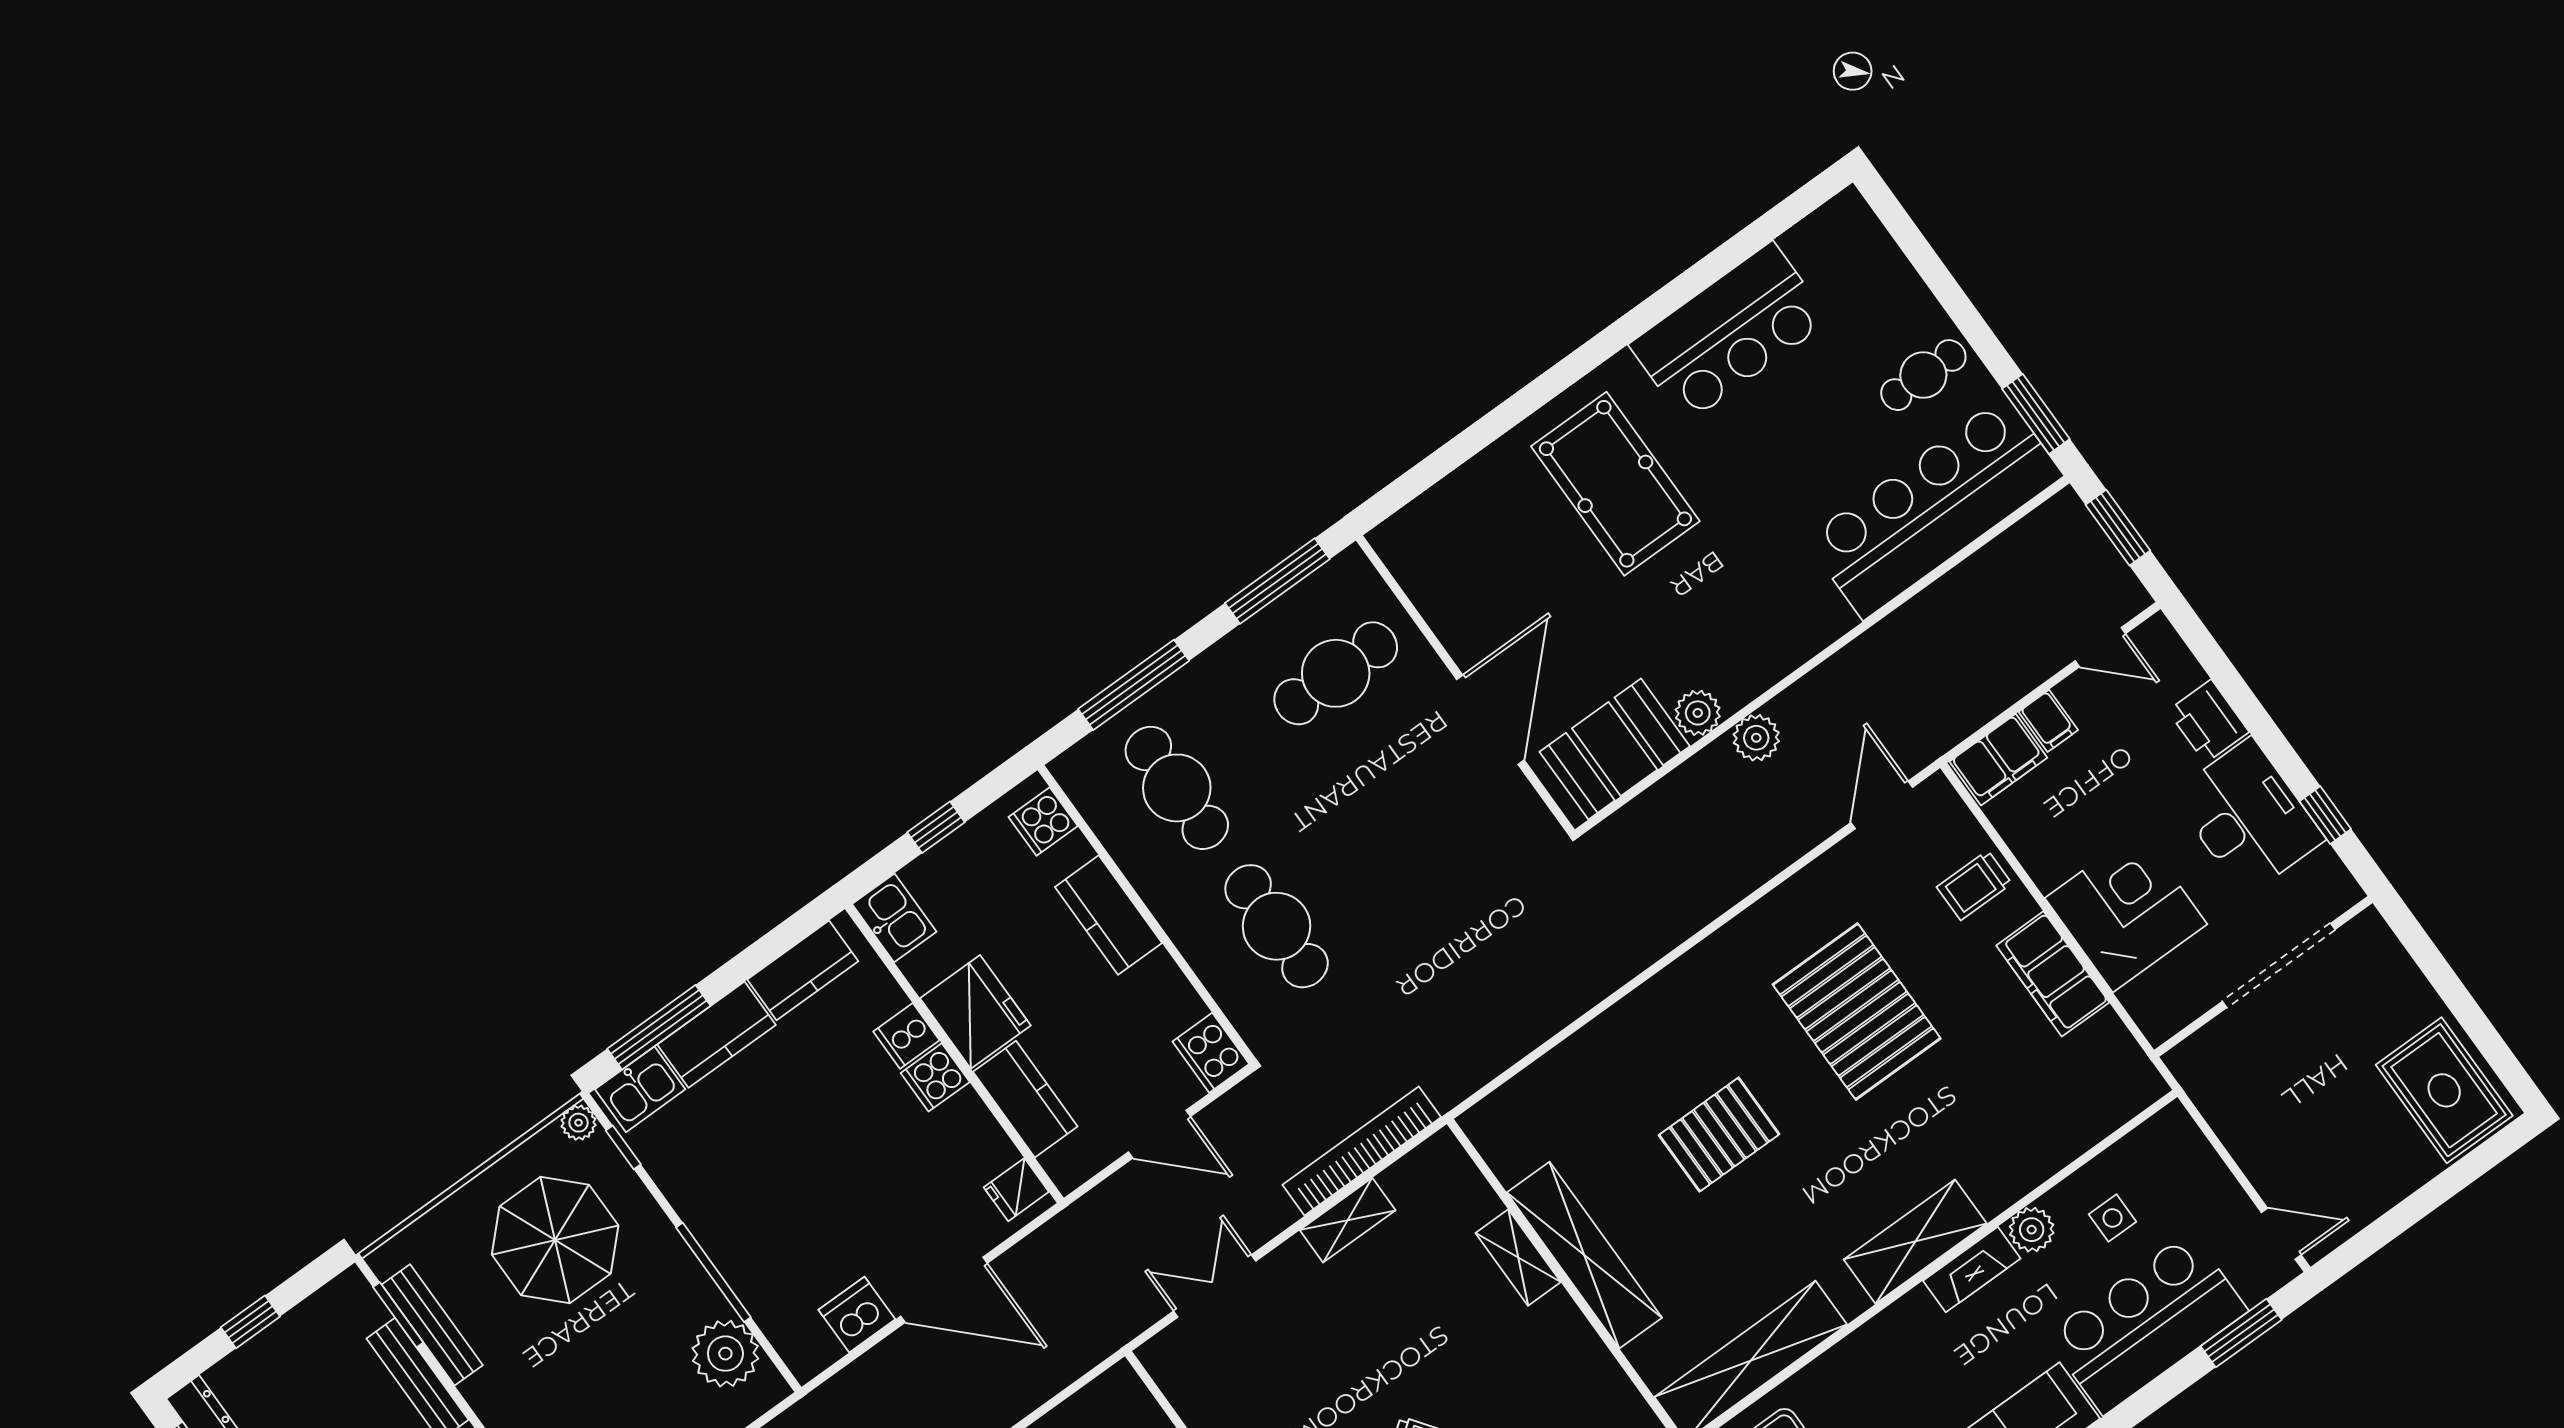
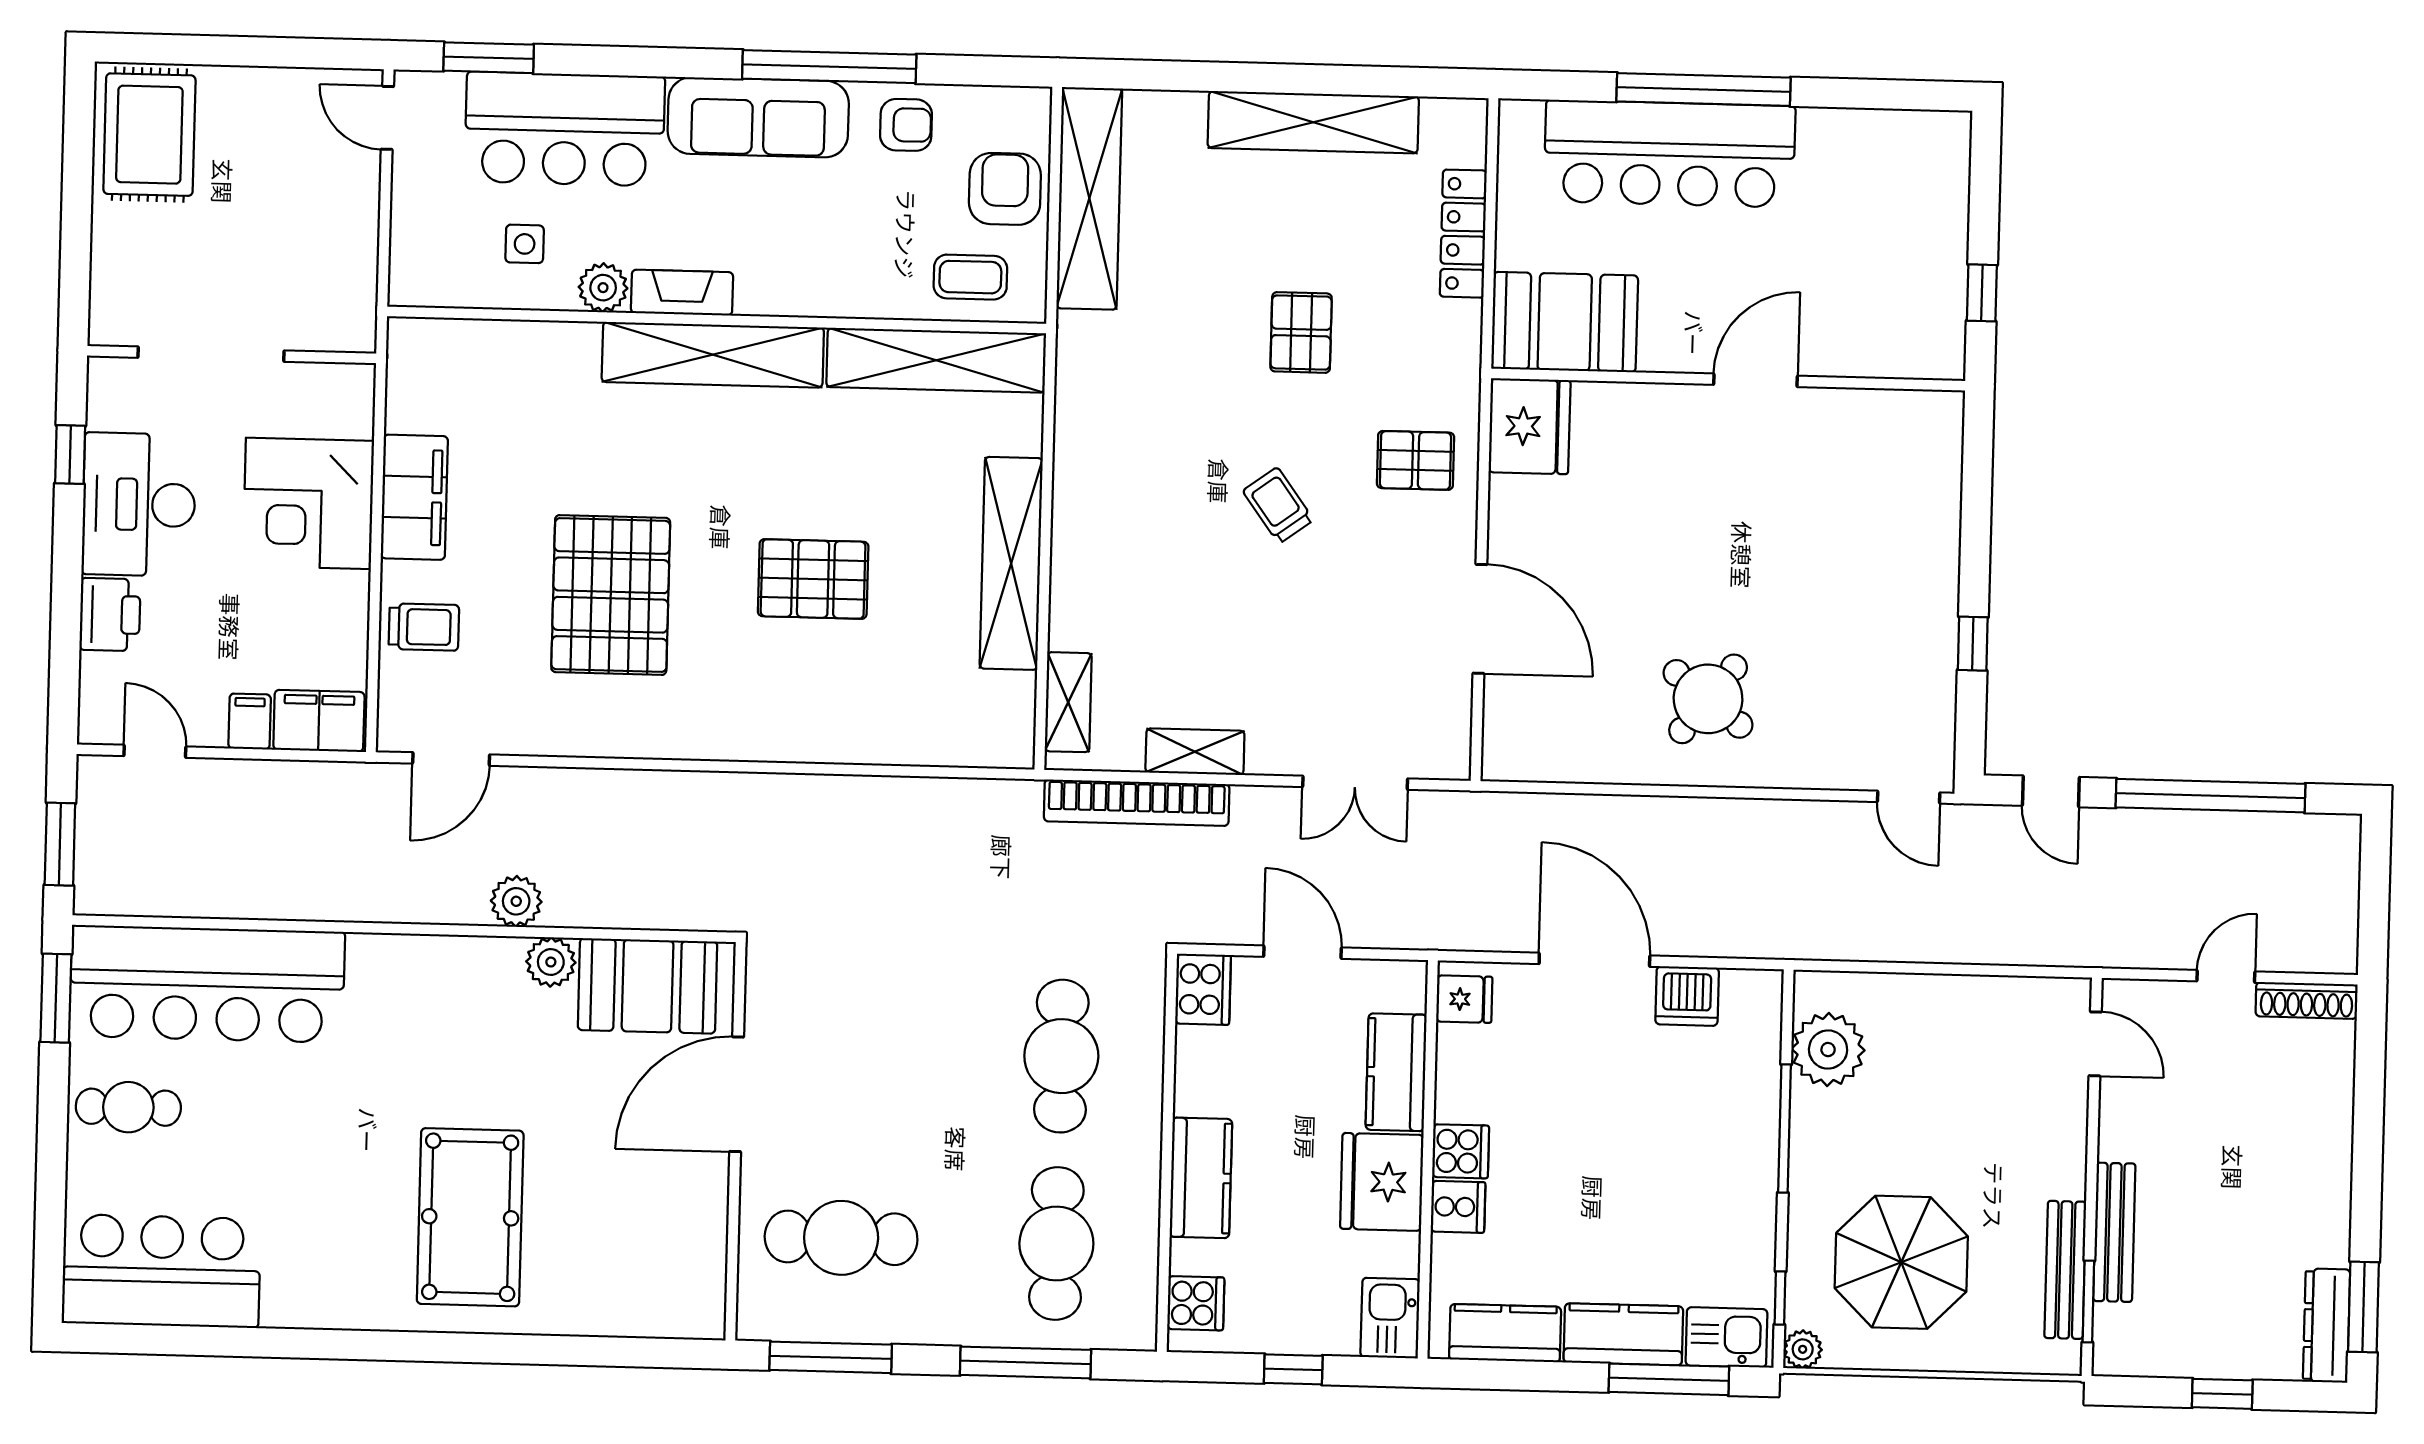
bar counter: (1729, 332) -> (161, 1271), moved
shelving: (1915, 1242) -> (713, 355), width x1.47
shelving: (1518, 1258) -> (1068, 702), moved

